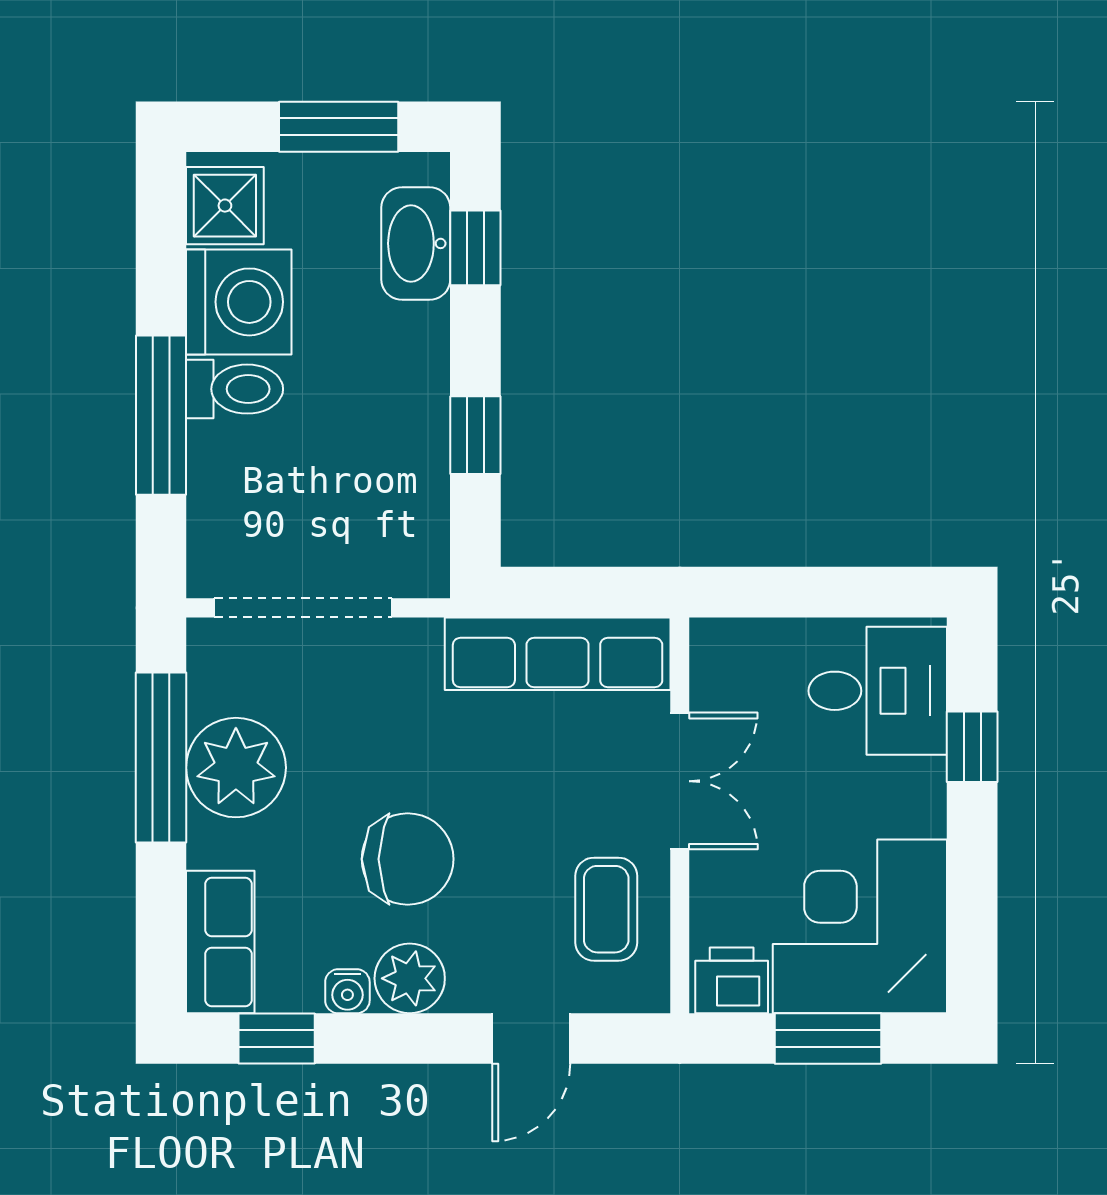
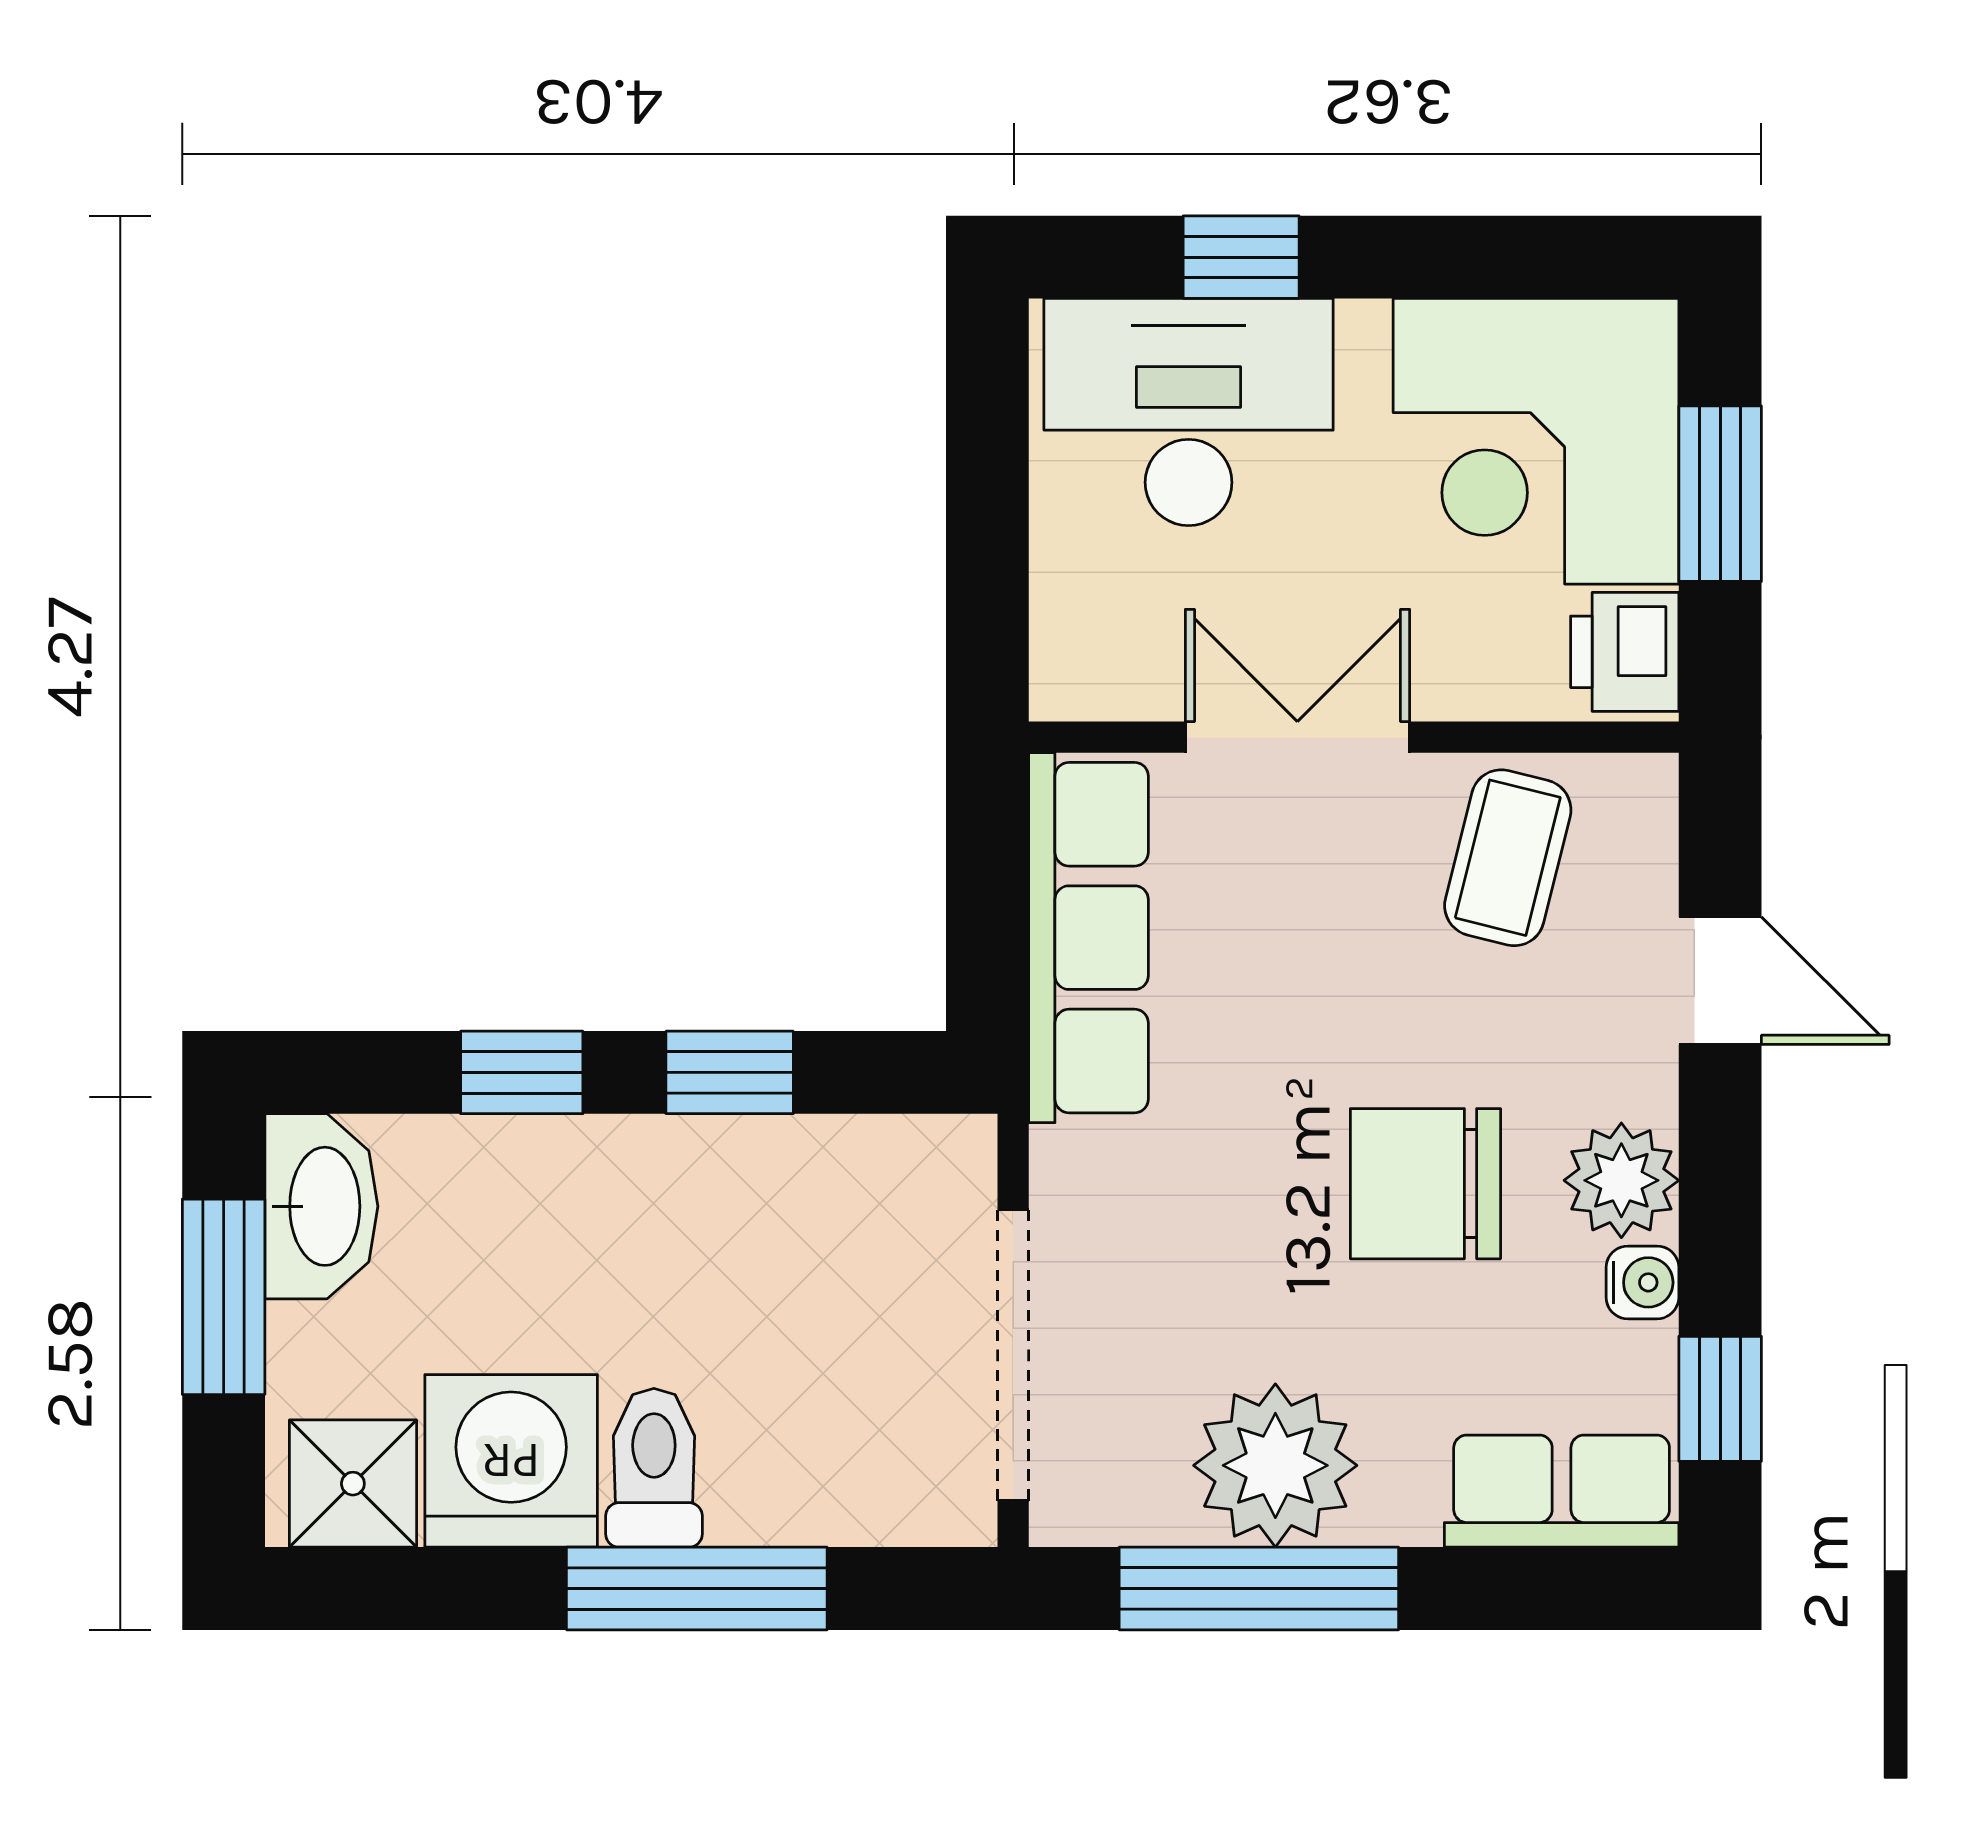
washbasin: (416, 243) -> (321, 1206), moved, turned -90
window: (475, 248) -> (522, 1072), moved
desk: (878, 691) -> (1189, 412), width x1.37
chair: (408, 859) -> (1425, 1184), turned -90
coffee table: (606, 909) -> (1508, 858), turned -76

